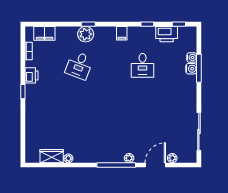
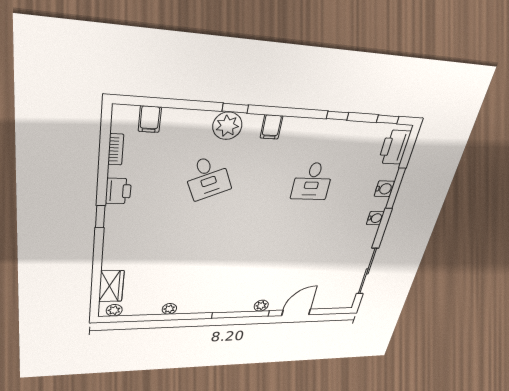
filing cabinet: (44, 33) -> (150, 119), width x0.50
filing cabinet: (122, 33) -> (271, 127), moved
printer: (167, 34) -> (394, 147), moved, turned 90
water cooler: (192, 57) -> (375, 218), moved
desk: (79, 65) -> (207, 178), turned -45
wardrobe: (52, 156) -> (111, 286), moved, turned 90
plant: (172, 158) -> (114, 310), moved

